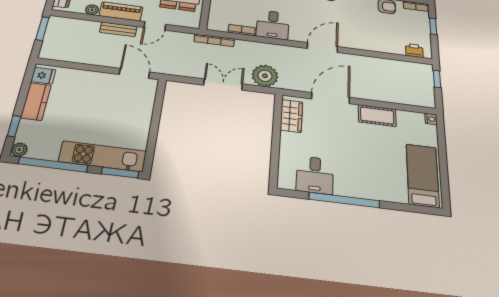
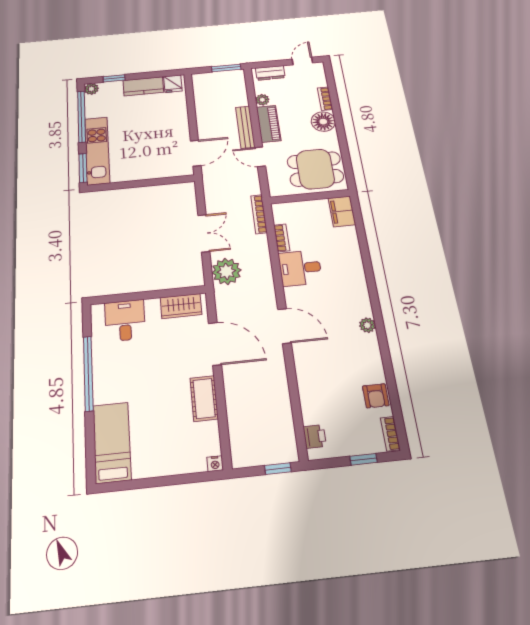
bench: (118, 29) -> (245, 127), width x1.36
desk: (315, 175) -> (125, 320), moved, turned 90
bed: (423, 175) -> (112, 442), moved, turned -90

